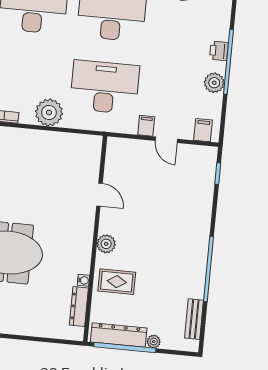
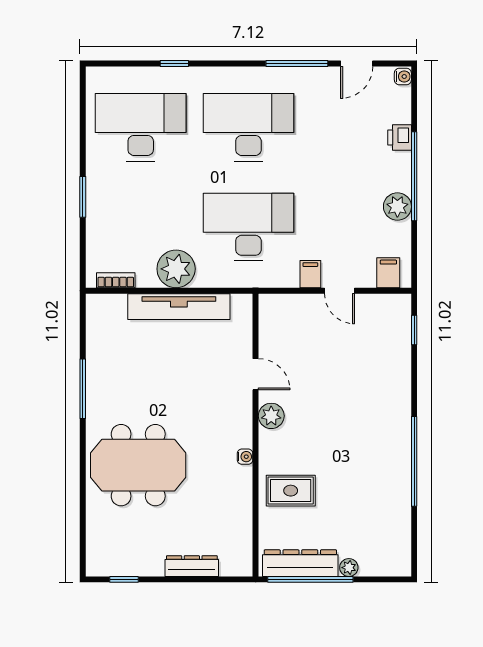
printer: (219, 51) -> (400, 138), moved
tv unit: (48, 140) -> (179, 307), added
plant: (106, 244) -> (271, 416), moved
water cooler: (83, 280) -> (245, 457), moved
dresser: (79, 306) -> (192, 566), moved, turned 90
bench: (194, 319) -> (401, 532), removed

